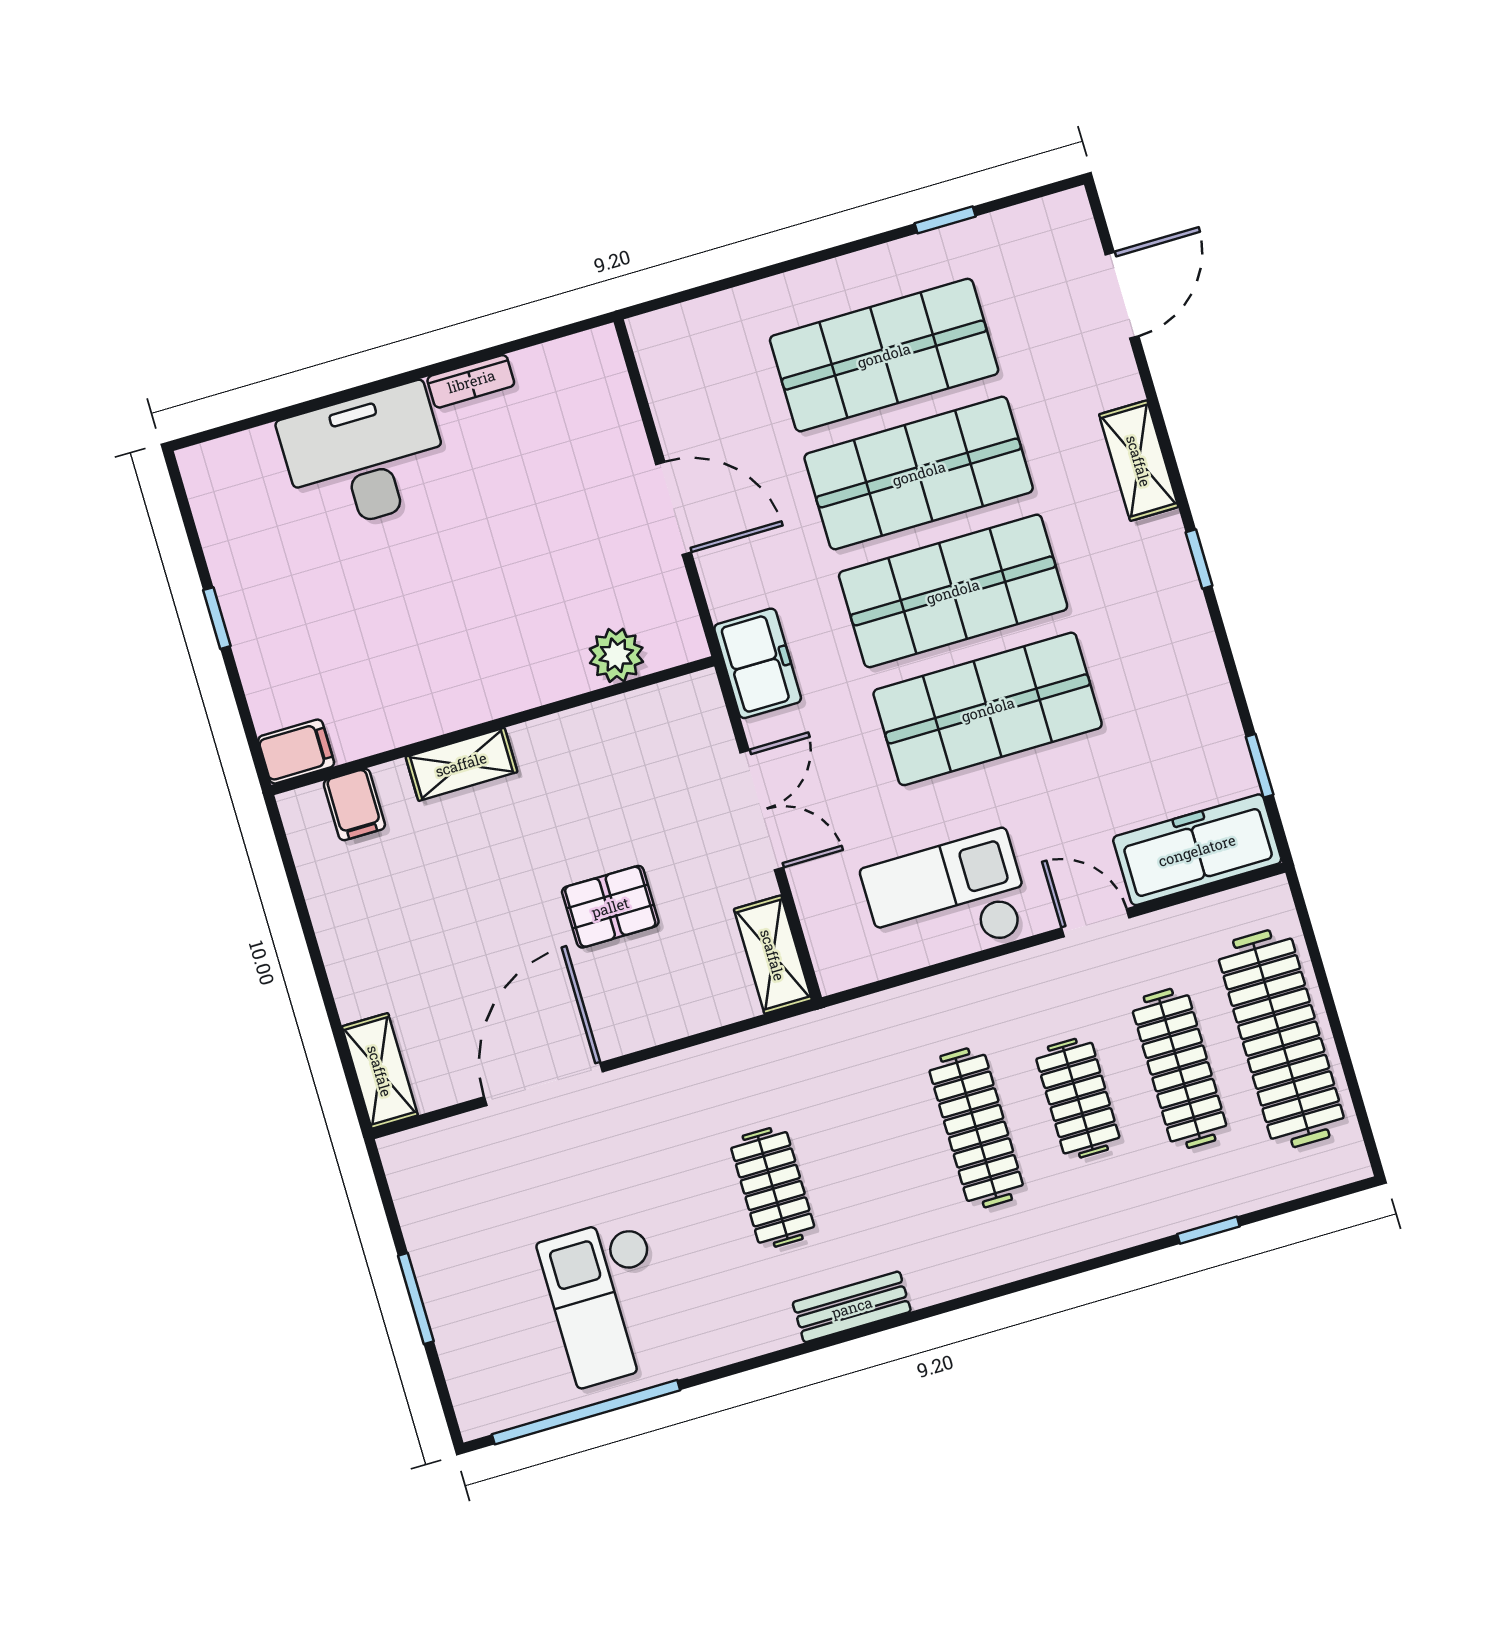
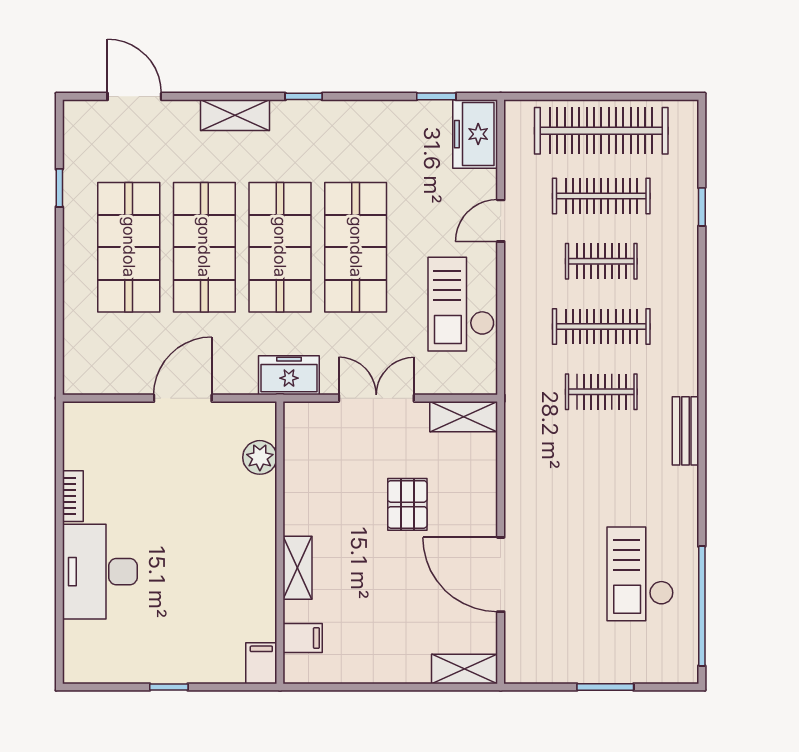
freezer: (1197, 850) -> (475, 134), width x0.71
clothes rail: (773, 1187) -> (601, 392), moved
checkout: (608, 1302) -> (640, 574), turned 90

